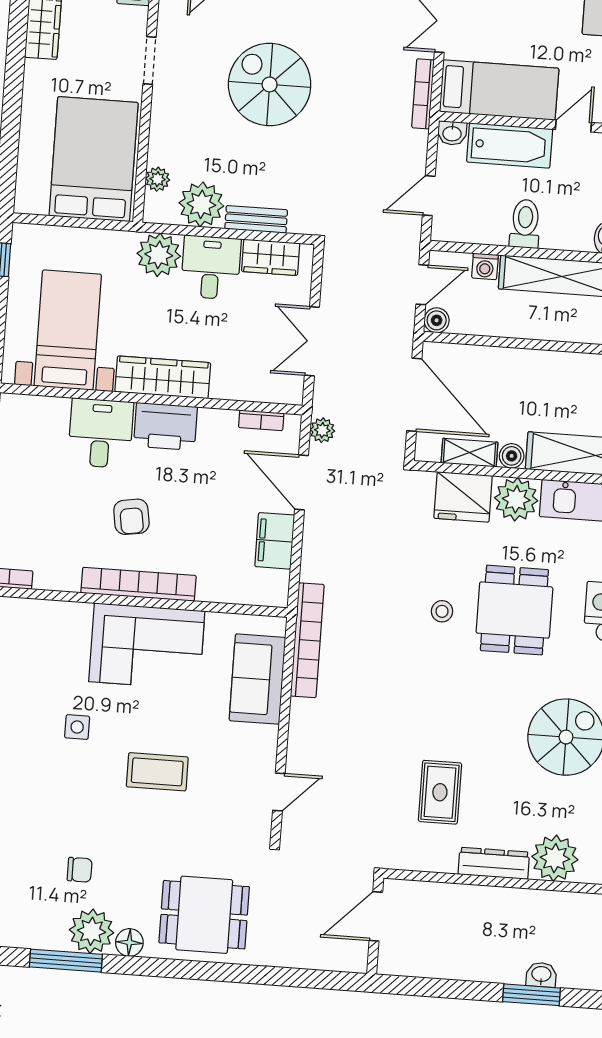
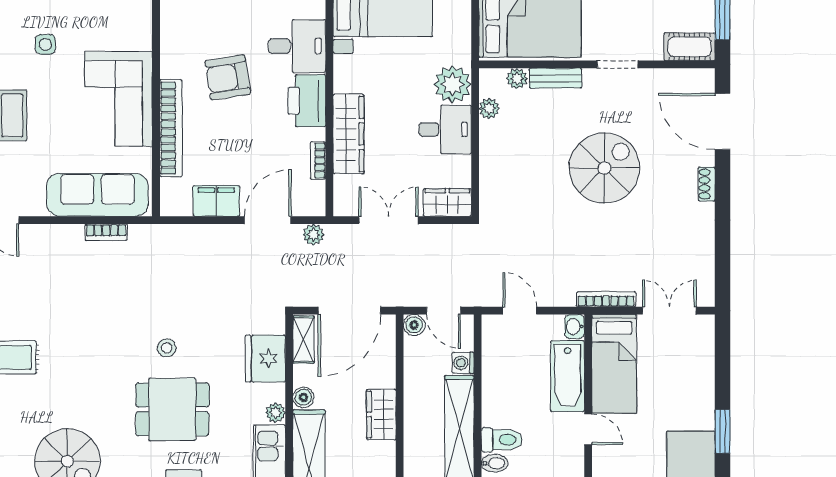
plant: (201, 204) -> (489, 108), width x0.53, depth x0.53
bench: (256, 219) -> (556, 78), moved, turned 90
toilet: (525, 224) -> (502, 440), moved
wardrobe: (271, 257) -> (447, 202), moved, turned 90
wardrobe: (538, 366) -> (381, 414), added
wardrobe: (163, 377) -> (349, 134), moved
bookcase: (261, 420) -> (318, 160), moved
shelving: (470, 453) -> (304, 340), moved
plant: (516, 499) -> (275, 413), width x0.53, depth x0.53
armchair: (131, 517) -> (228, 77), width x1.38, depth x1.38
bookcase: (139, 584) -> (171, 128), moved
bookcase: (307, 640) -> (106, 232), width x0.43, depth x0.76
sofa: (257, 679) -> (97, 195), width x1.36

